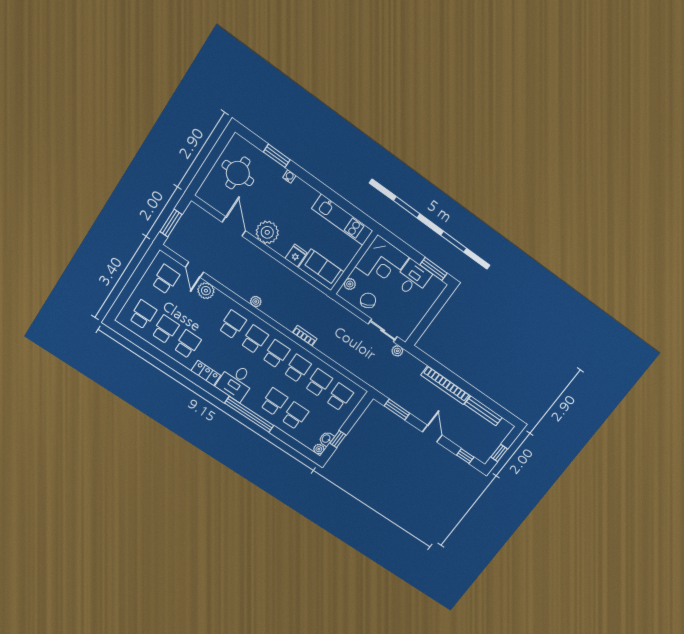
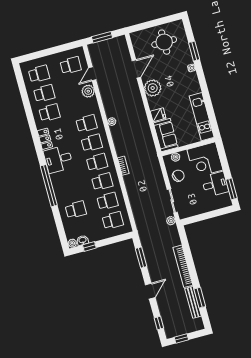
window: (487, 401) -> (200, 298), added
school desk: (274, 402) -> (71, 190), removed

